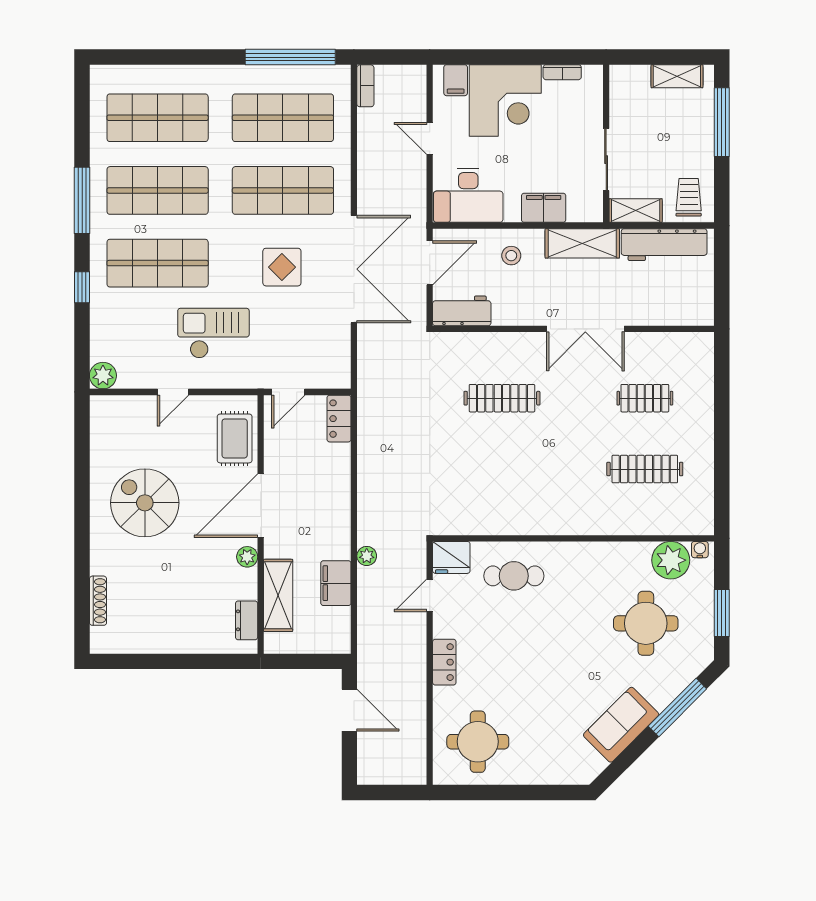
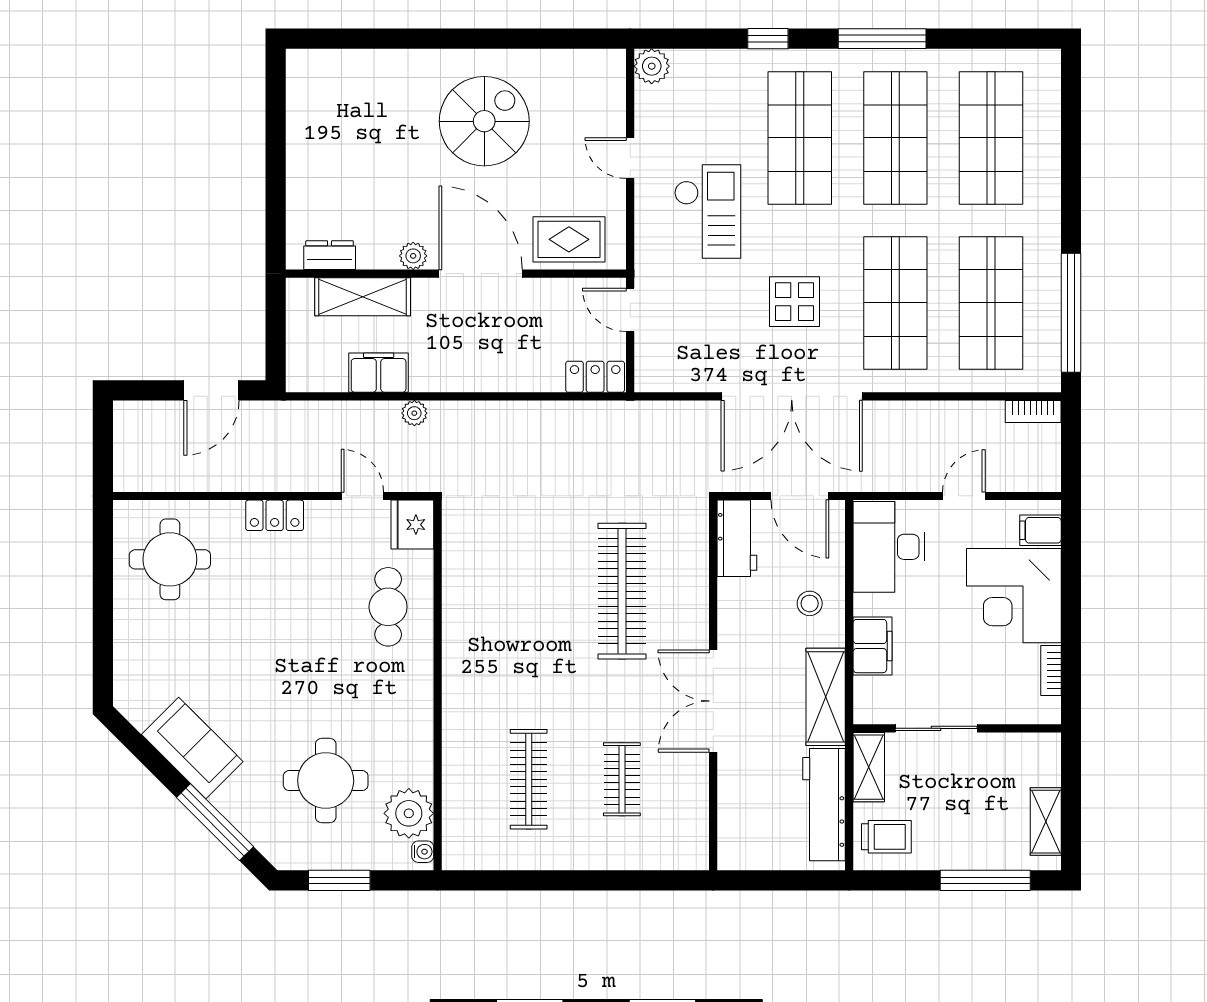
clothes rail: (502, 398) -> (622, 591), width x1.37, depth x1.31
shoe rack: (98, 601) -> (355, 60), removed

